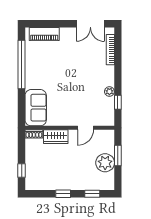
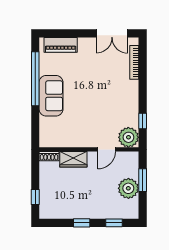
plant: (109, 92) -> (128, 137), moved, width x1.88, depth x1.88
sofa: (36, 108) -> (51, 96), moved

